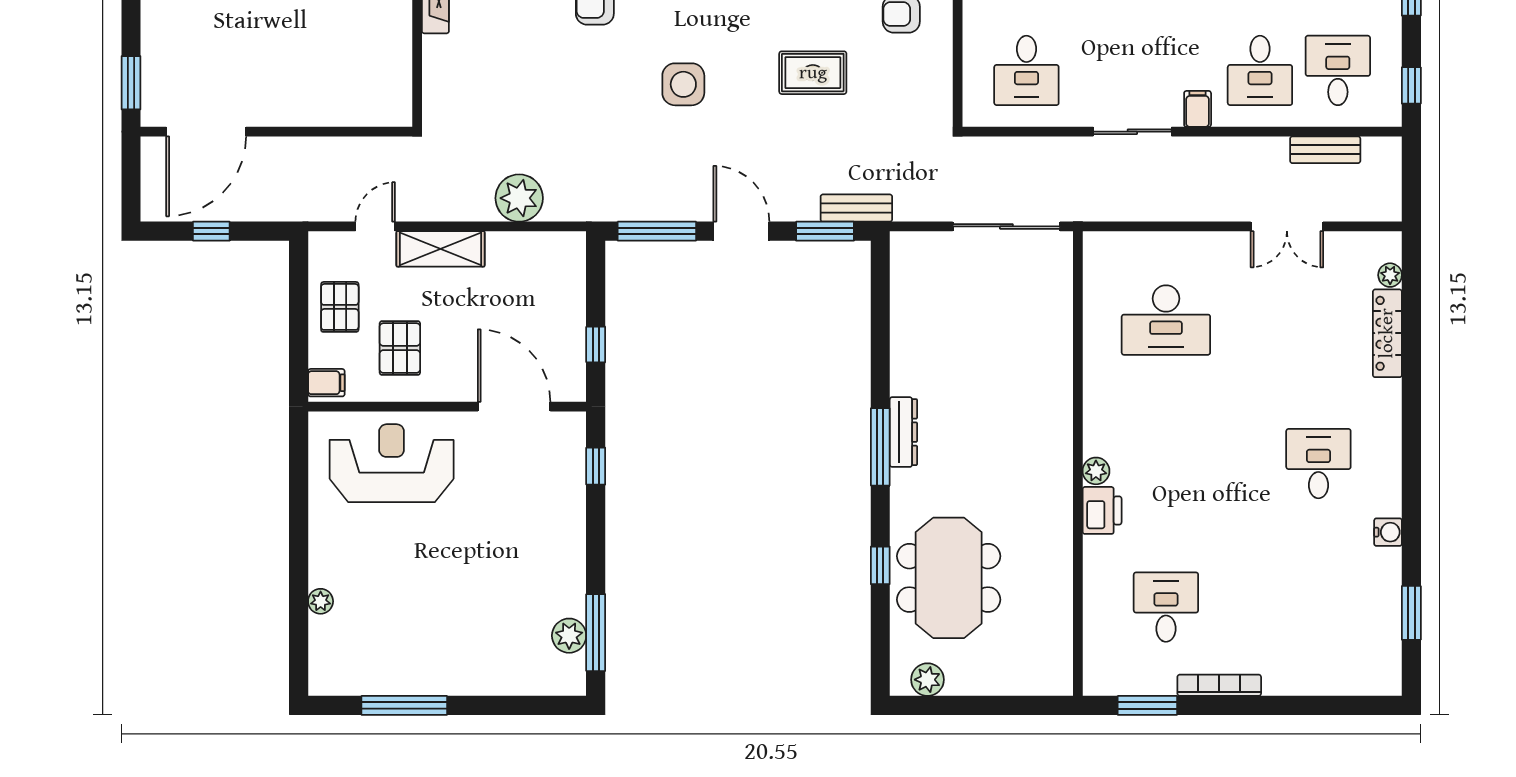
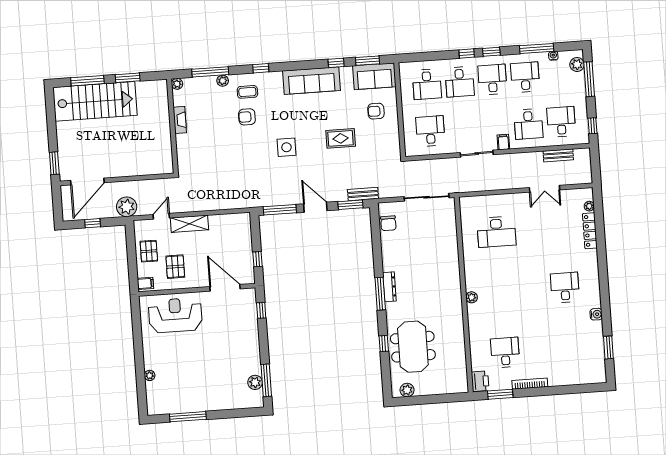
desk: (1026, 70) -> (430, 131), turned 180
plant: (519, 198) -> (127, 207), moved
chair: (912, 282) -> (388, 223), added
printer: (1102, 510) -> (480, 381), moved

